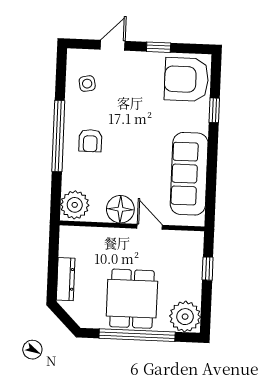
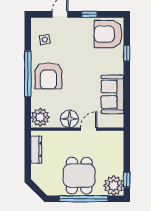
armchair: (90, 141) -> (48, 76), width x1.88, depth x1.88
sofa: (189, 174) -> (112, 94), width x0.73
door: (150, 227) -> (89, 129), hinge flipped
window: (208, 269) -> (127, 180), moved
dresser: (66, 279) -> (36, 150), moved

